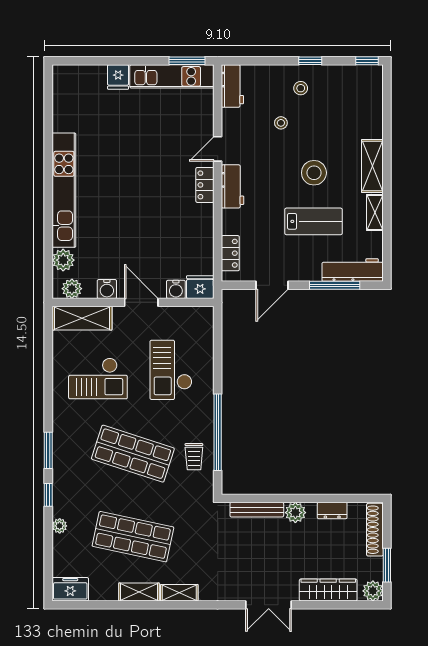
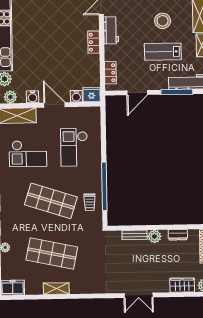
locker: (205, 185) -> (94, 42), moved
lab bench: (313, 221) -> (163, 52), turned 180
bench: (257, 510) -> (135, 235), width x0.73
wardrobe: (328, 590) -> (182, 285), width x0.67
shelving: (179, 593) -> (82, 289), removed

